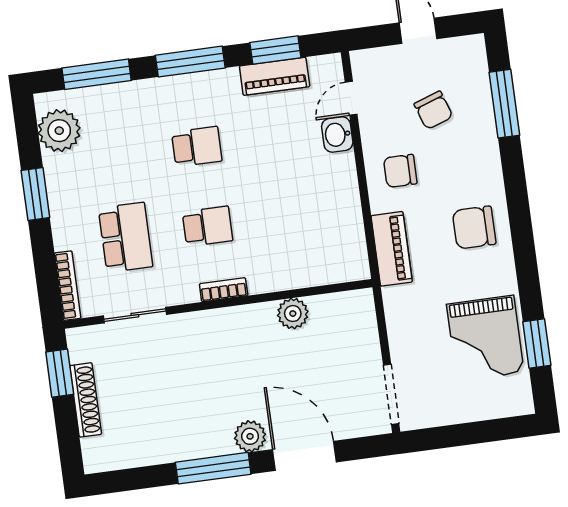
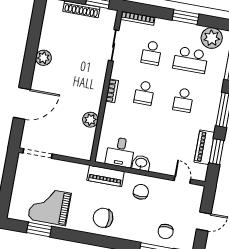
chair: (433, 110) -> (166, 231), moved, turned -71
washbasin: (337, 135) -> (141, 163), moved
school desk: (115, 158) -> (191, 60), added
chair: (474, 227) -> (103, 218), turned -90
desk: (337, 235) -> (120, 152), added
school desk: (126, 237) -> (152, 53), width x0.54
plant: (250, 436) -> (43, 58), moved
window: (213, 468) -> (30, 59), removed

